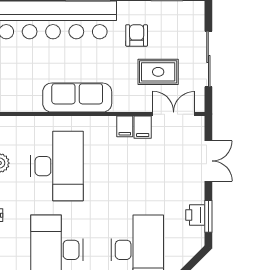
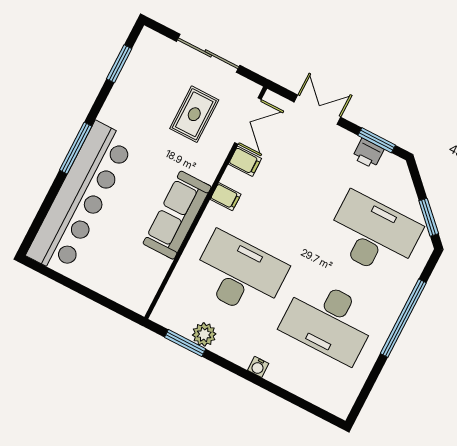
armchair: (137, 35) -> (143, 117), removed
double door: (174, 114) -> (248, 121), swing flipped
filing cabinet: (125, 126) -> (226, 197), moved

